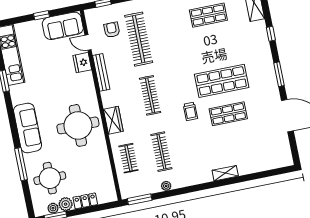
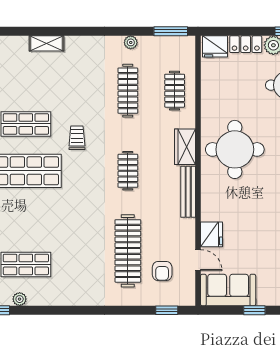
bench: (101, 72) -> (188, 192), moved
clothes rail: (150, 95) -> (128, 171), width x0.73
fridge: (106, 195) -> (215, 46), added

